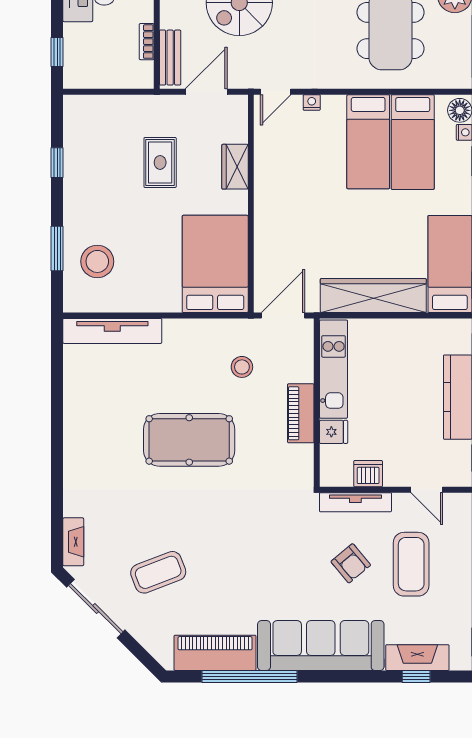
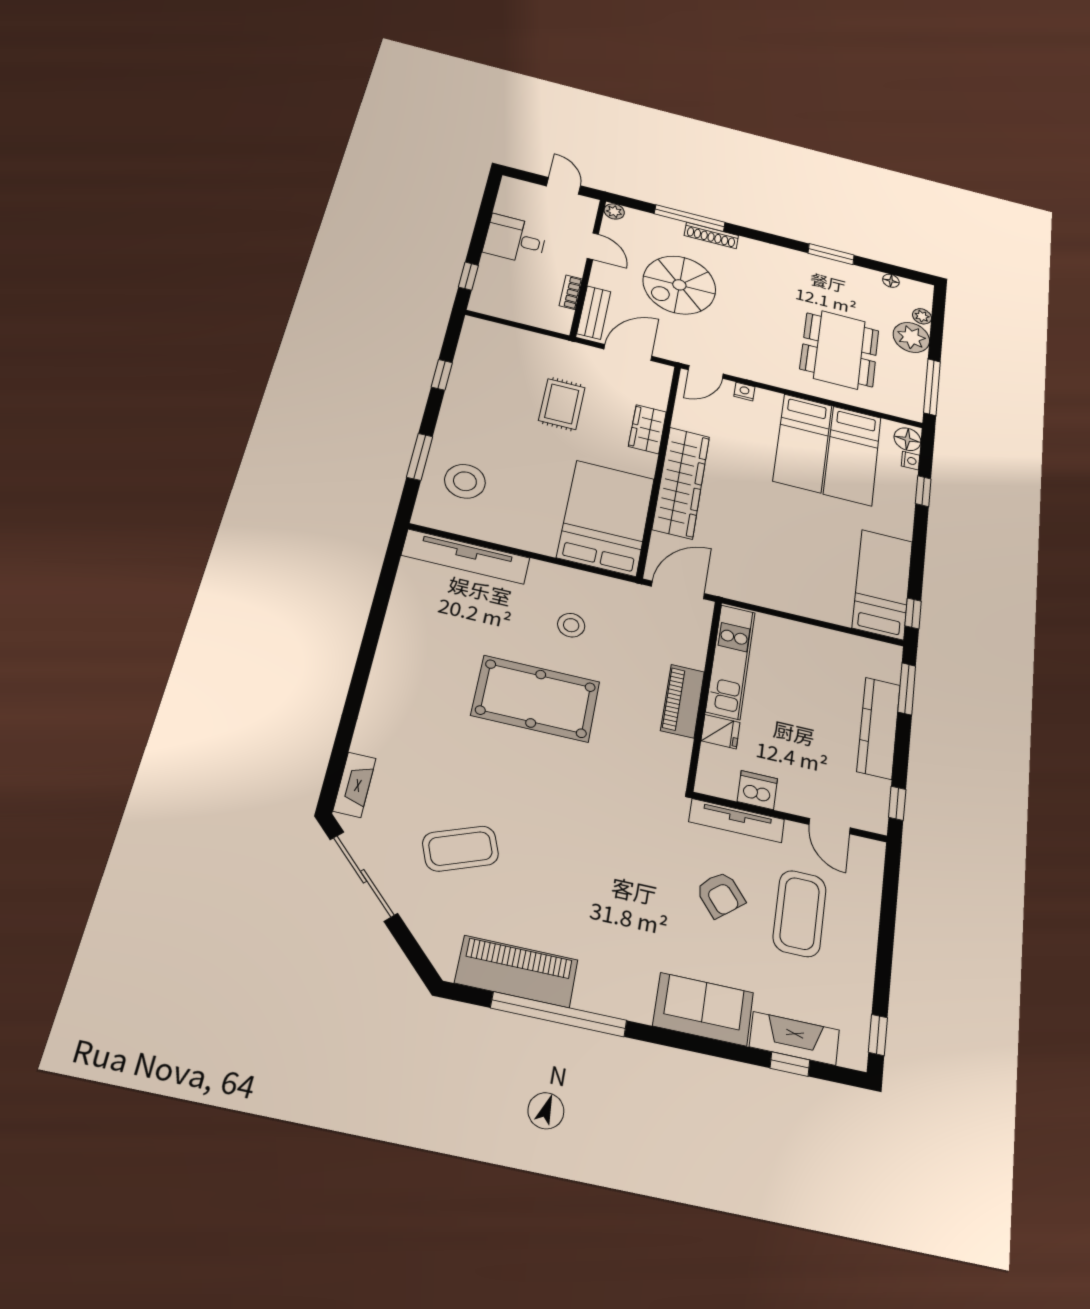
wardrobe: (373, 296) -> (681, 483), moved, turned 90
stool: (242, 367) -> (571, 625), moved
sofa: (321, 646) -> (703, 1009), width x0.54, depth x0.79

